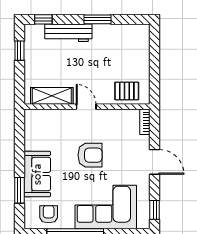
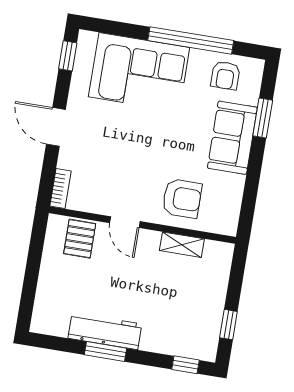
workbench: (68, 33) -> (105, 331), moved
pallet: (127, 91) -> (80, 239), turned 90
shelving: (52, 96) -> (182, 245), width x0.67, depth x0.75
door: (86, 107) -> (125, 222), moved
armchair: (90, 155) -> (182, 198), moved, turned 180

